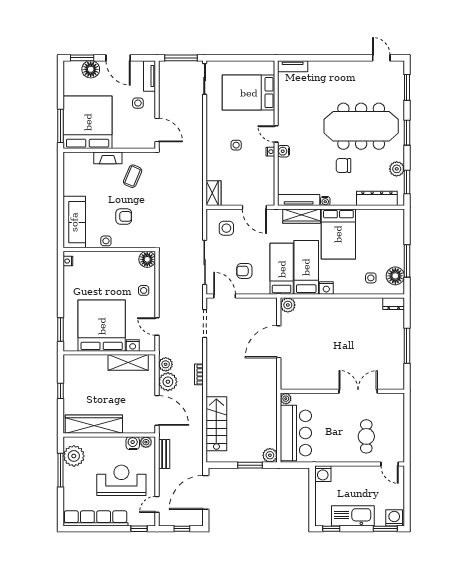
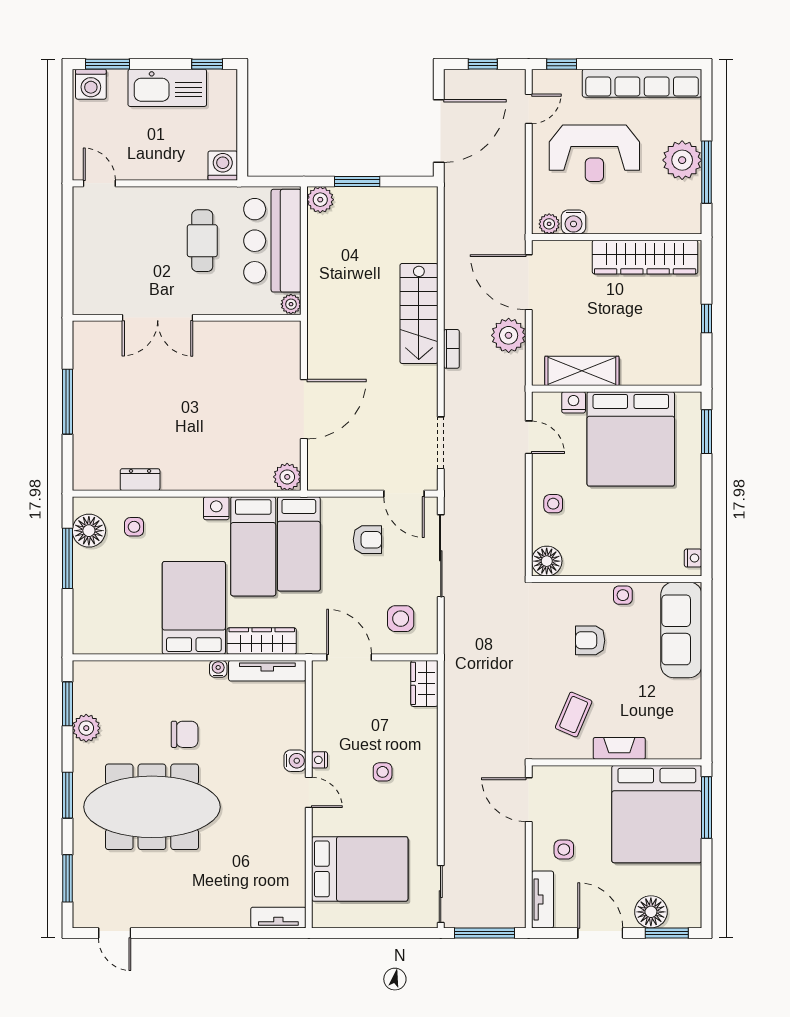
dresser: (377, 198) -> (123, 674), removed
dresser: (394, 304) -> (140, 480), moved
plant: (166, 364) -> (513, 367), removed
stairs: (216, 424) -> (419, 313), moved
cafe table: (366, 436) -> (202, 241), moved
bench: (164, 454) -> (515, 202), removed
plant: (74, 456) -> (682, 160), moved

